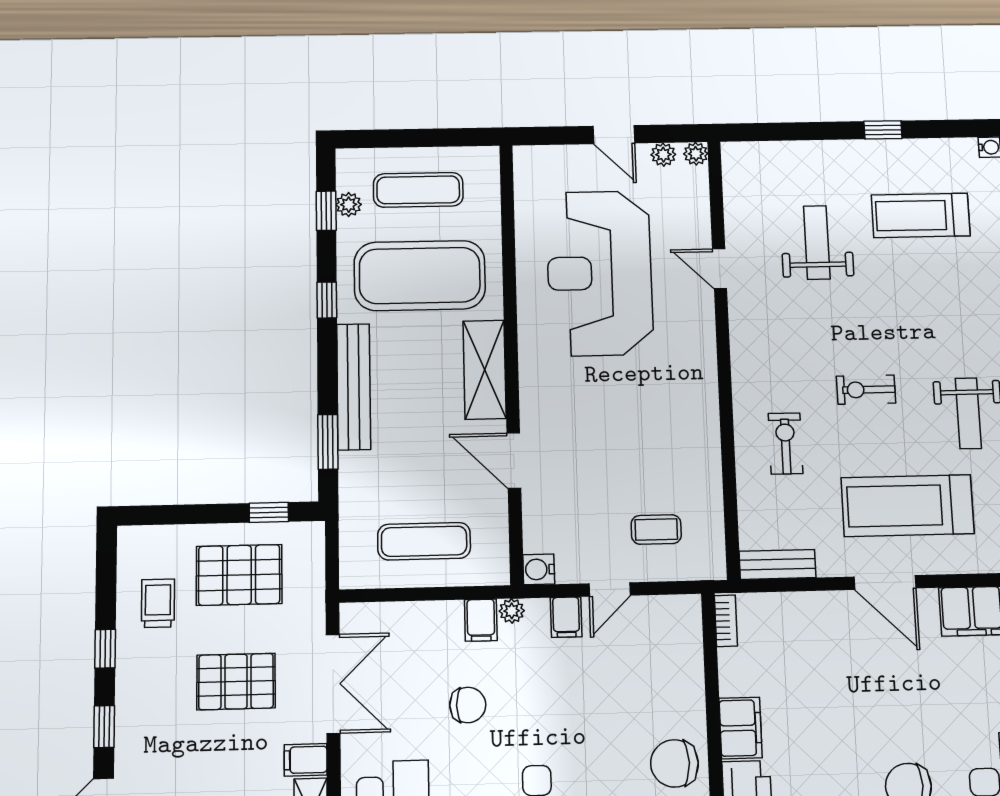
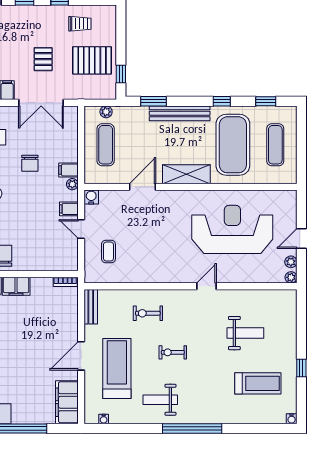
plant: (349, 205) -> (106, 112), moved
treadmill: (921, 215) -> (258, 383), turned 90
door: (720, 269) -> (206, 286), moved
exercise bike: (866, 390) -> (173, 352), turned -90
exercise bike: (786, 443) -> (148, 313), turned 180
pallet: (239, 575) -> (92, 60), turned 90
pallet: (236, 682) -> (43, 59), width x0.67, depth x0.71

